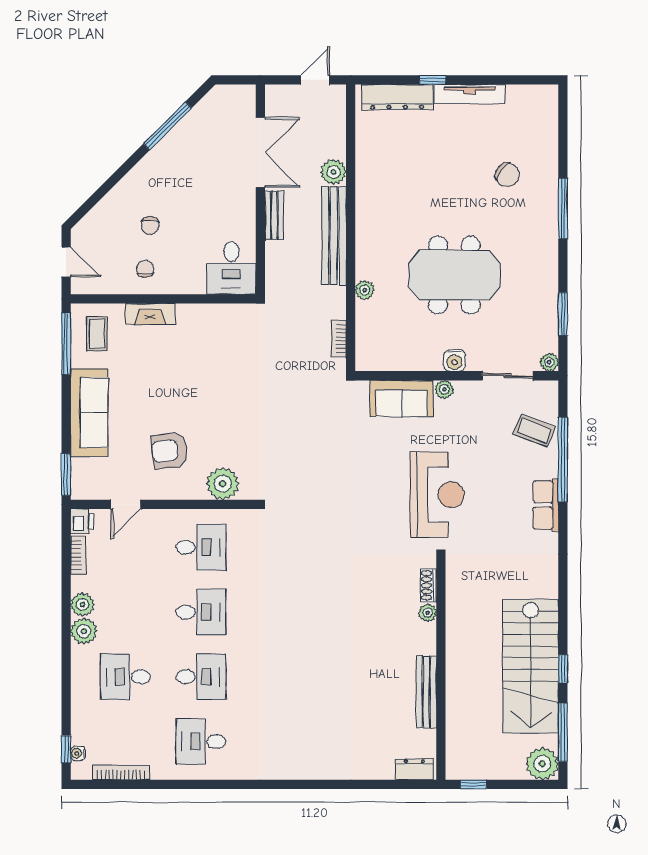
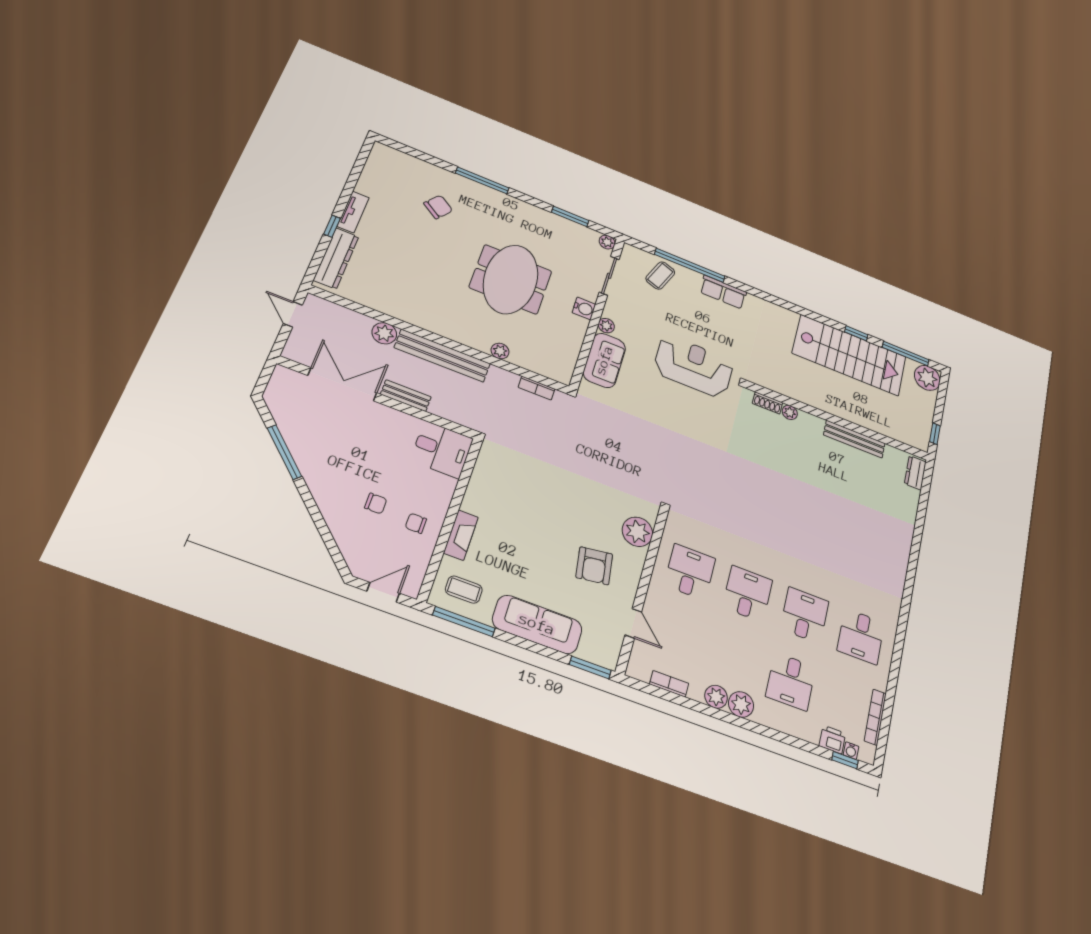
tv unit: (470, 94) -> (353, 212), width x0.71
printer: (82, 521) -> (832, 740), moved

